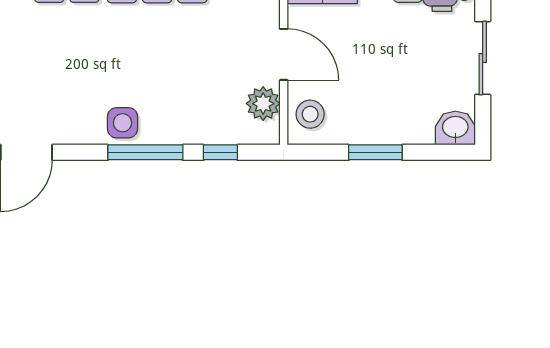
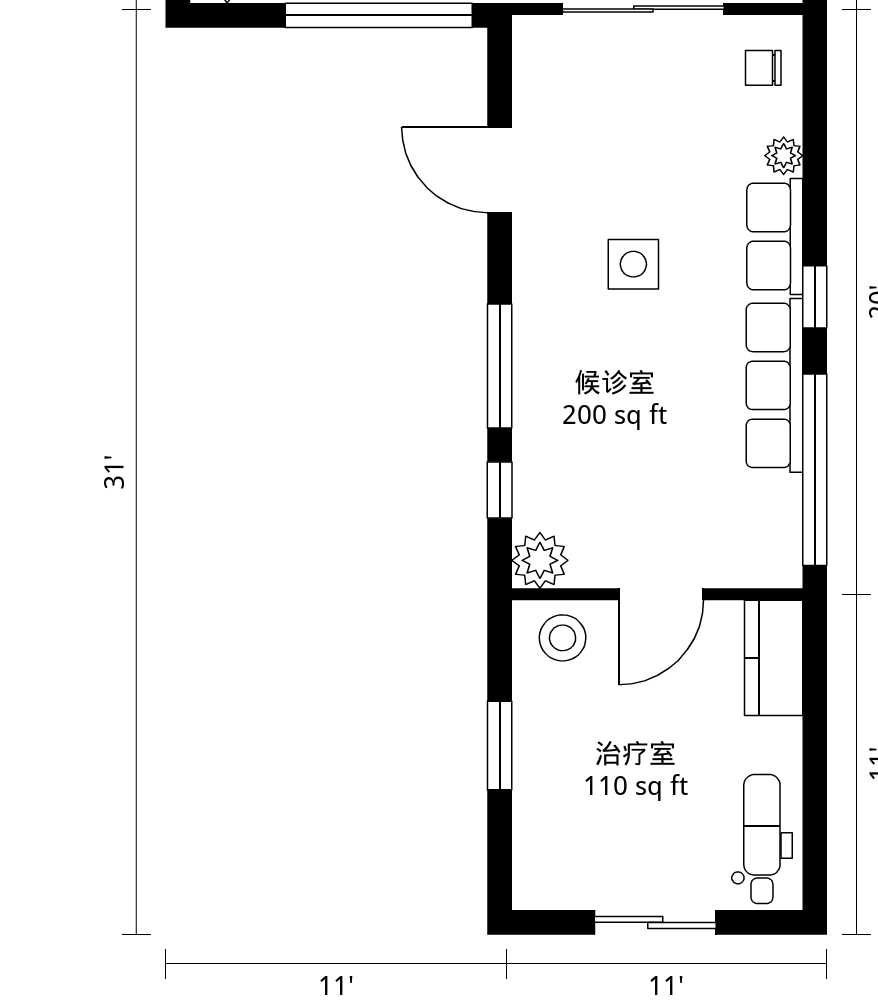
plant: (263, 104) -> (540, 560), moved
side table: (123, 123) -> (633, 264), moved
washbasin: (455, 128) -> (540, 877), removed

